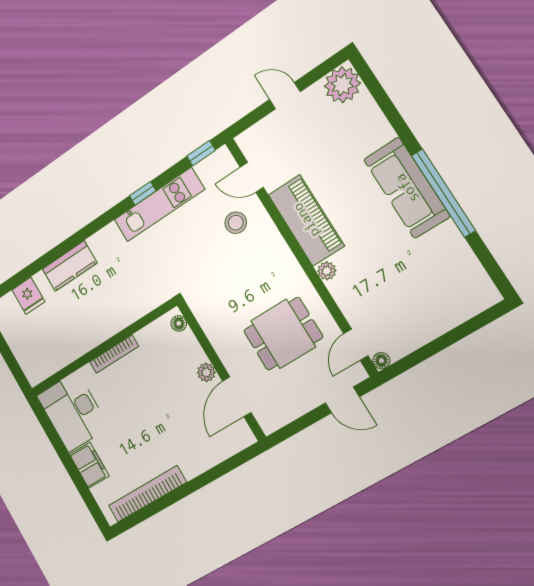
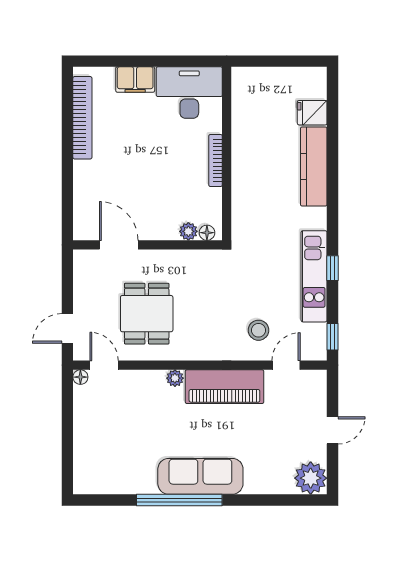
kitchen counter: (70, 266) -> (314, 166), width x1.50
plant: (206, 372) -> (188, 231), moved

